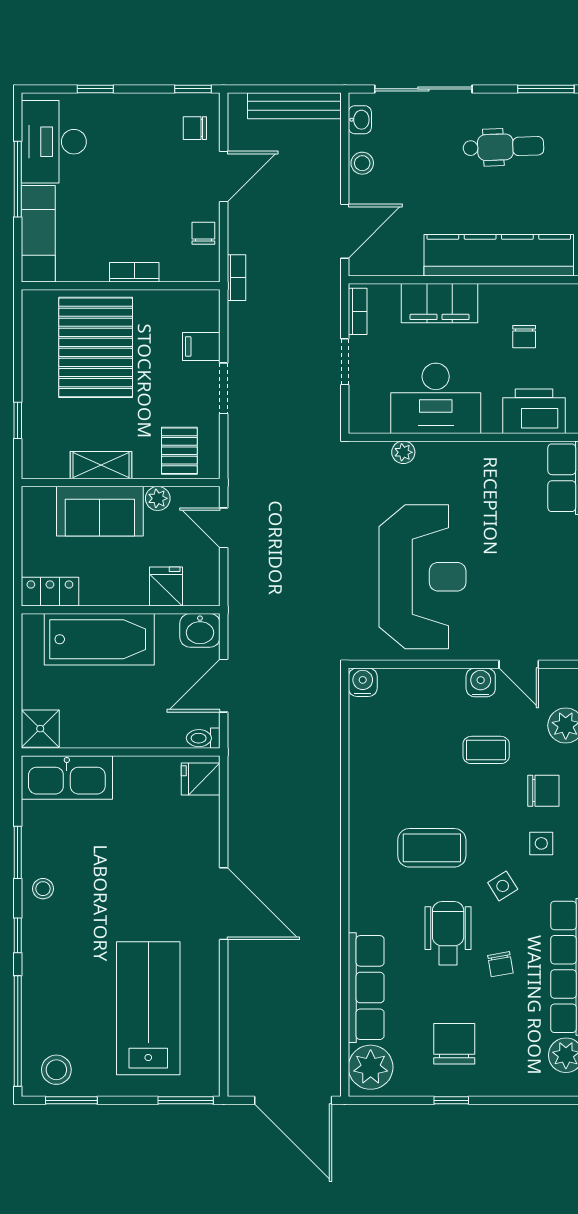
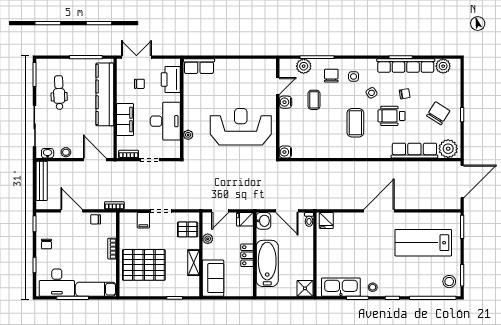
chair: (195, 128) -> (46, 244), moved
sofa: (100, 511) -> (213, 278), moved
fridge: (166, 587) -> (245, 219), moved
locker: (50, 592) -> (247, 255), moved
kitchen sink: (67, 778) -> (341, 287), moved, turned -90
chair: (454, 1044) -> (438, 113), turned 122

